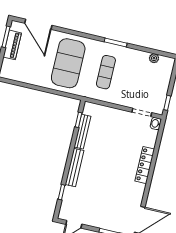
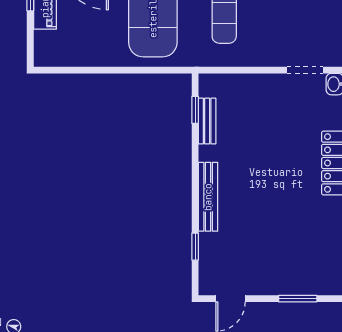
bench: (82, 132) -> (207, 121), width x0.73

